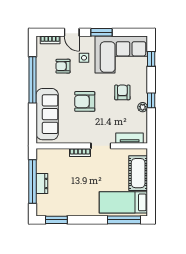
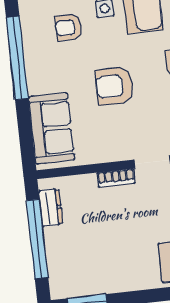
sofa: (47, 114) -> (51, 128), width x0.73
dresser: (42, 183) -> (51, 208), moved

